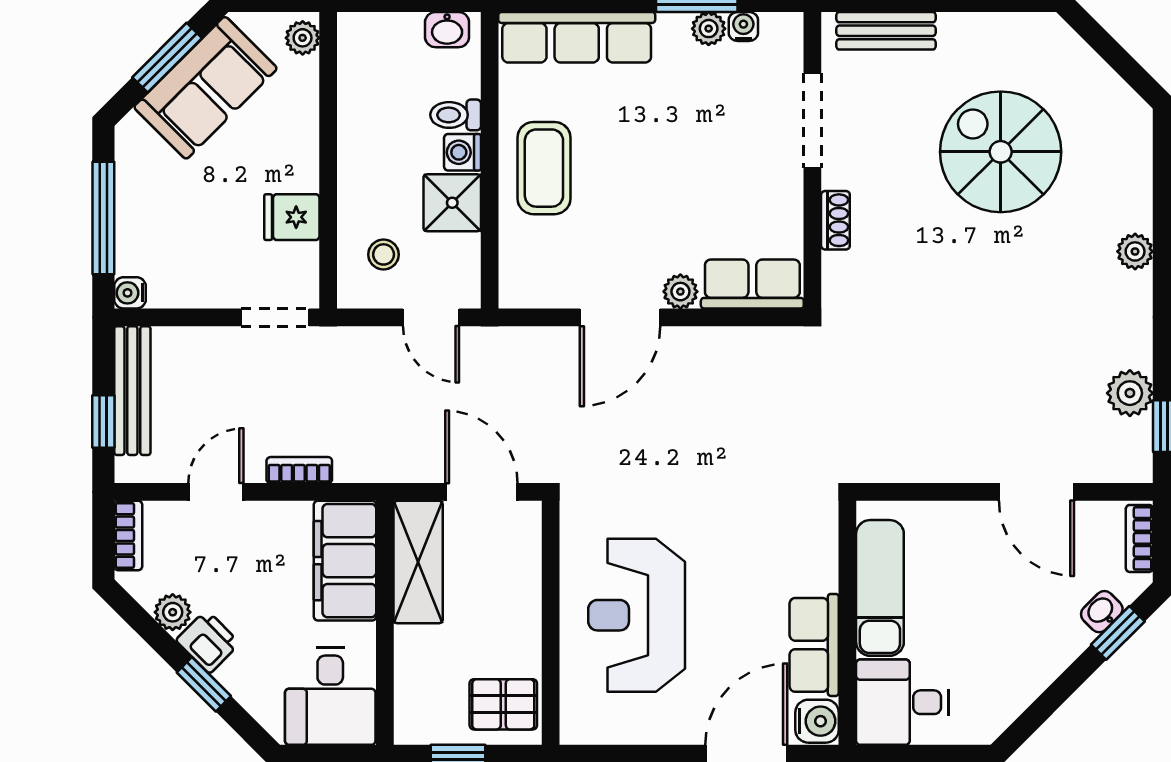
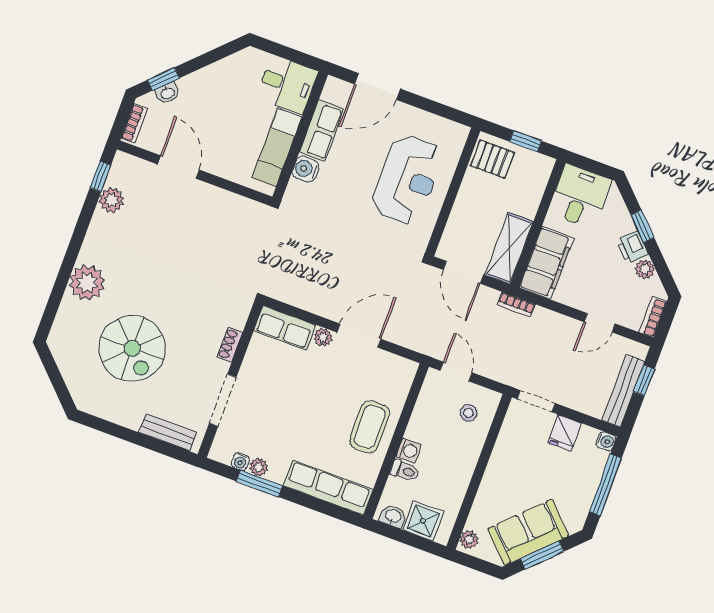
shower: (452, 203) -> (423, 521), moved
fridge: (292, 217) -> (564, 433), moved, turned 90
plant: (1135, 251) -> (87, 283), width x1.87, depth x1.87
bookcase: (299, 470) -> (516, 305), moved
water cooler: (817, 721) -> (306, 169), moved

